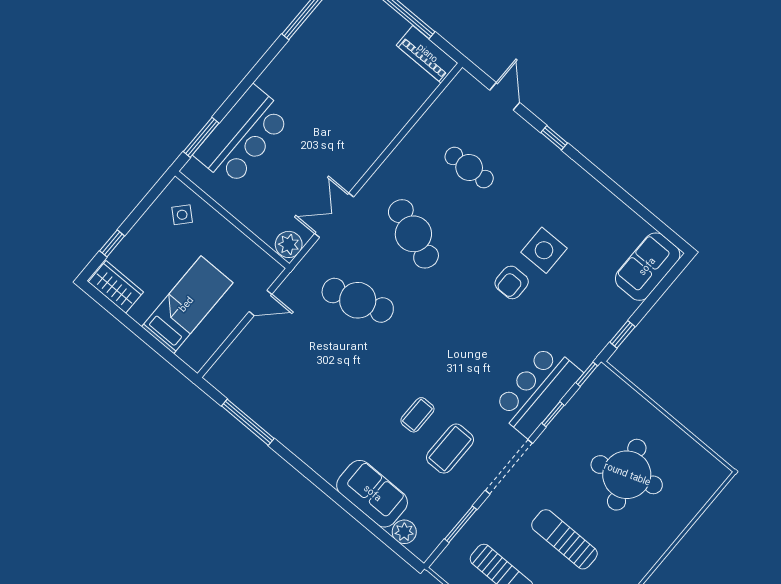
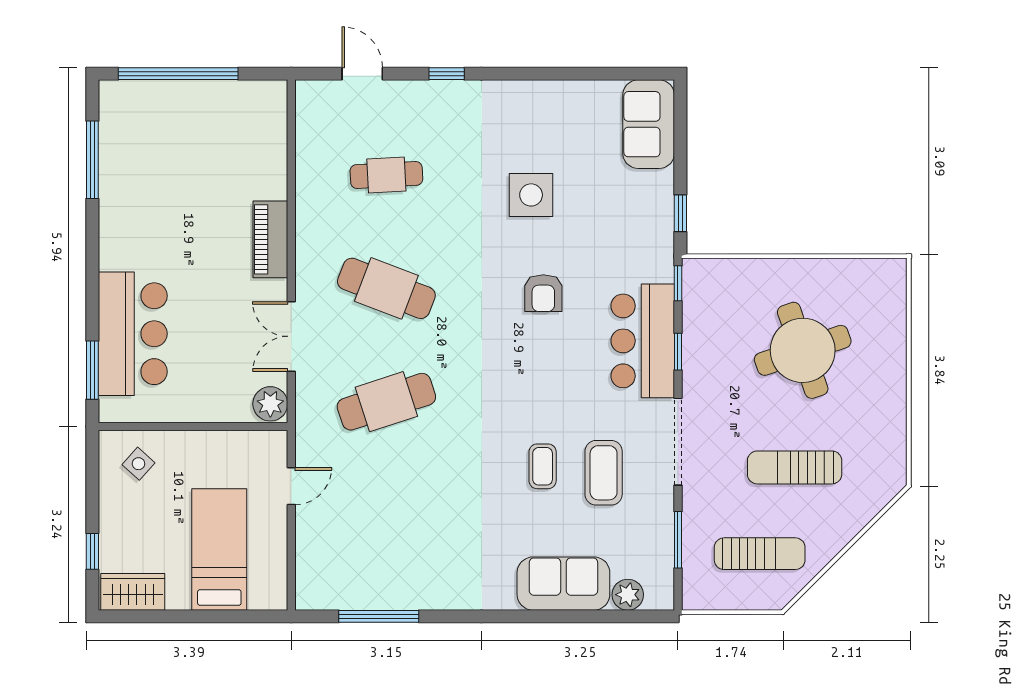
piano: (427, 54) -> (270, 239), moved, turned 90
armchair: (512, 282) -> (543, 293), moved

